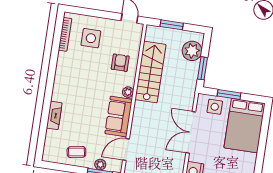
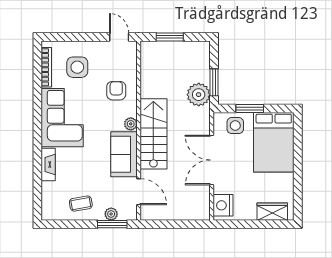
plant: (192, 51) -> (199, 95), moved
stairs: (150, 72) -> (153, 134), moved
corner sofa: (72, 78) -> (62, 118), added
door: (126, 150) -> (139, 192), swing flipped

